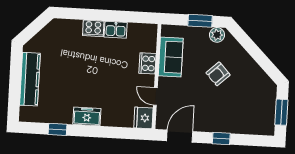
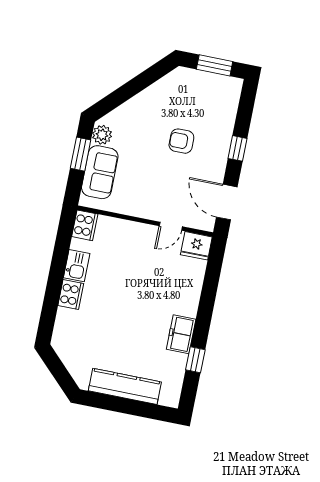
sofa: (171, 57) -> (100, 172), moved, turned 90
cooker: (147, 63) -> (85, 225), moved, turned -90
armchair: (218, 74) -> (181, 141), moved, turned 133
freezer: (87, 116) -> (181, 334), moved

